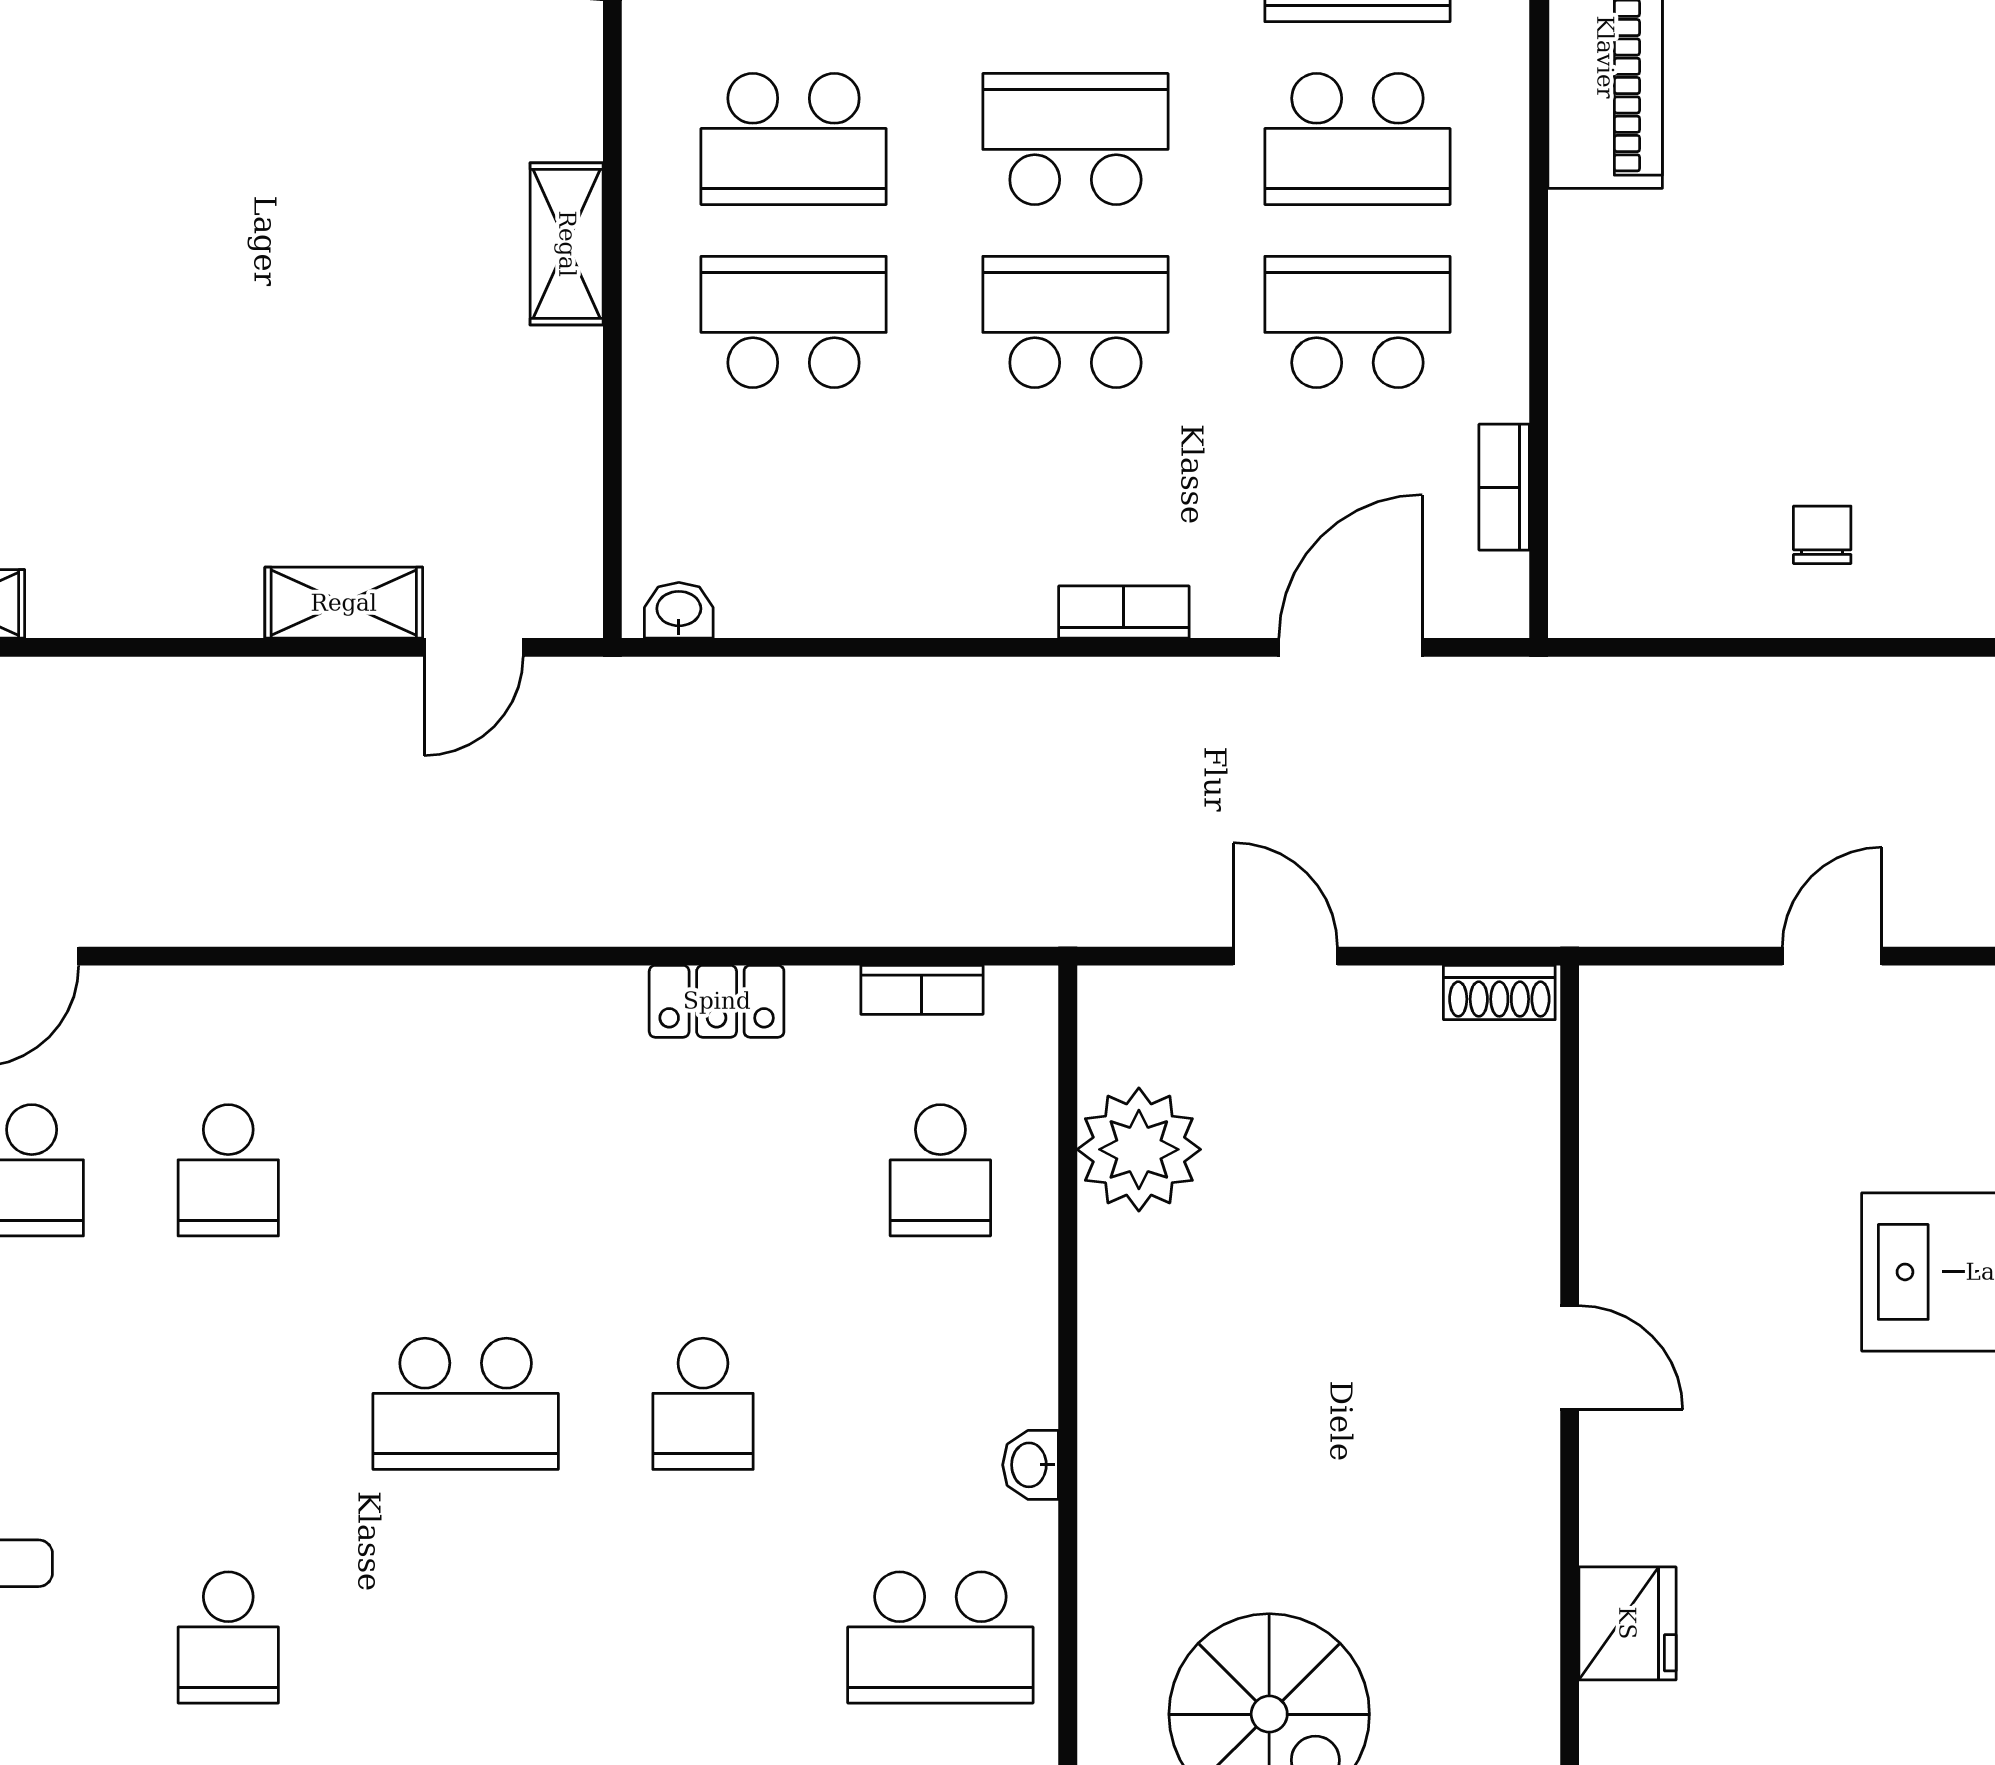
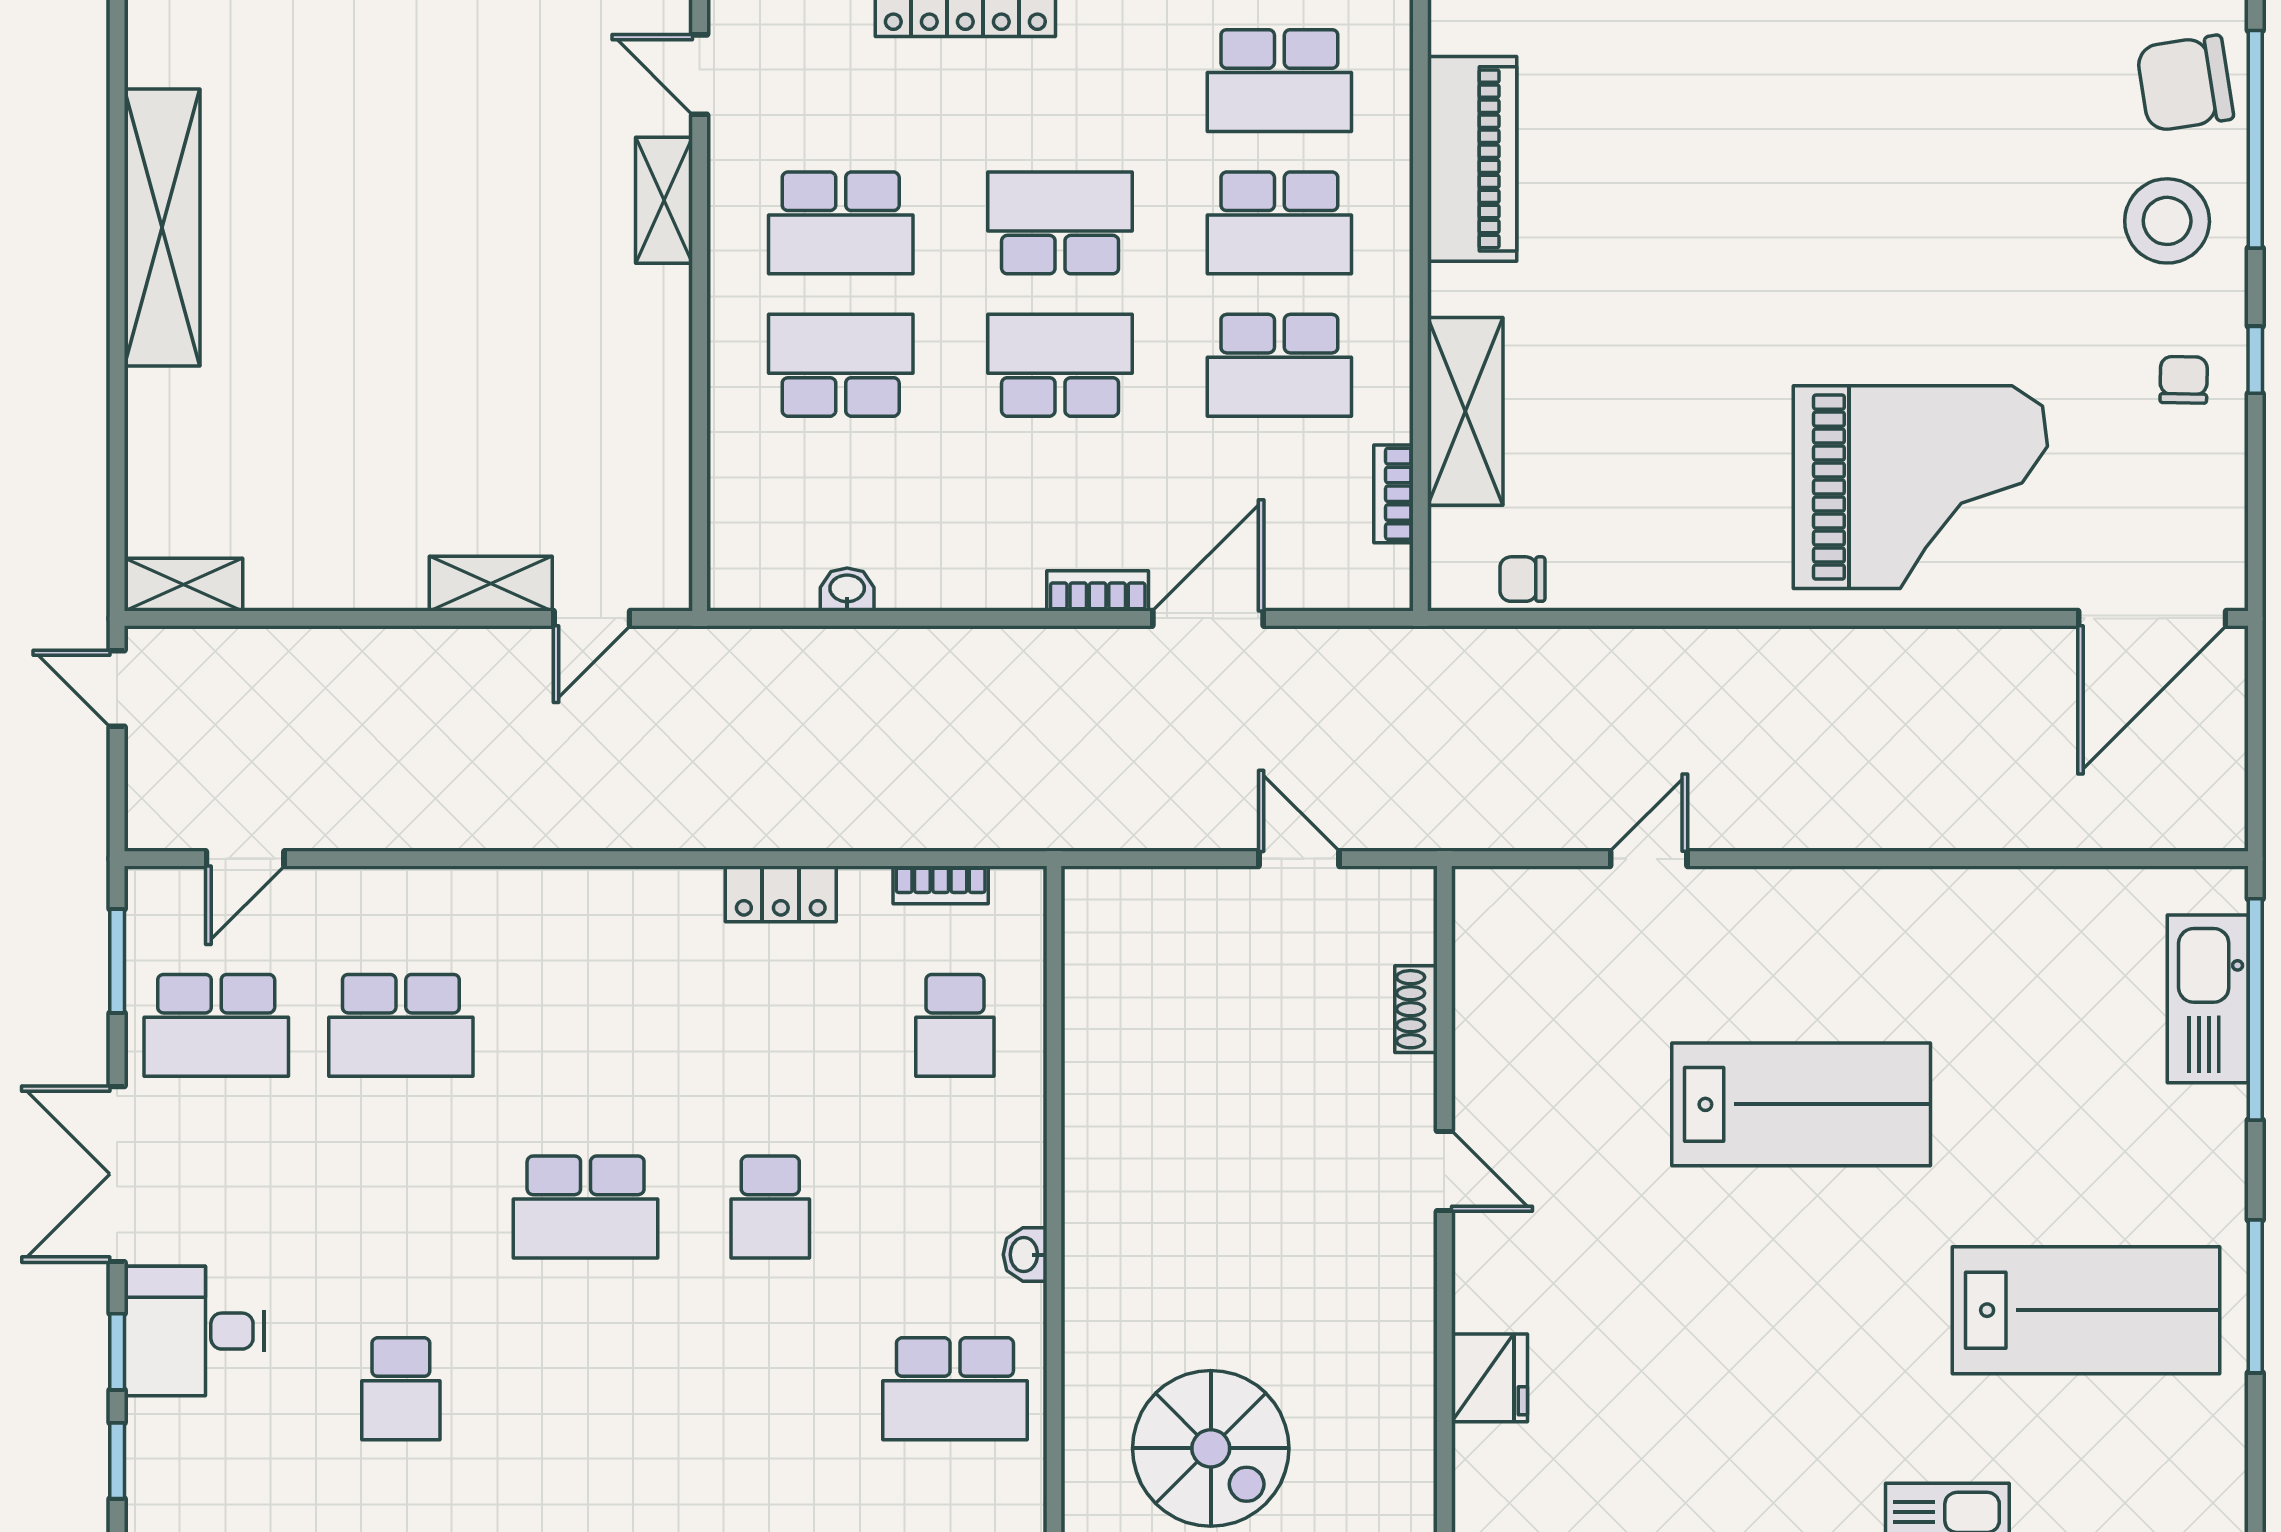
shelving: (567, 244) -> (664, 200), moved
school desk: (1357, 322) -> (1279, 365), turned 180
shelving: (1596, 381) -> (1465, 411), added
chair: (1822, 535) -> (1522, 579), moved, turned -90
washbasin: (679, 610) -> (847, 590), moved
door: (1350, 647) -> (1208, 618), moved
door: (1285, 956) -> (1299, 859), moved
shoe rack: (1499, 993) -> (1416, 1009), moved, turned 90
plant: (1139, 1149) -> (1109, 1009), removed
school desk: (228, 1170) -> (401, 1025), width x1.85

